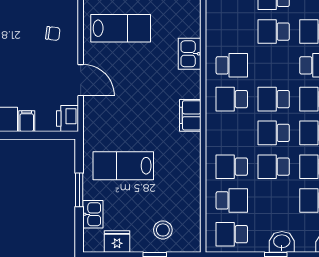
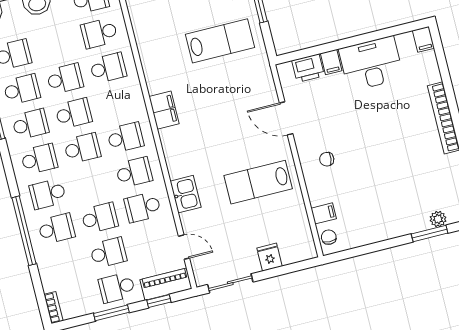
school desk: (232, 32) -> (143, 207), added
kitchen sink: (190, 54) -> (186, 194), moved
school desk: (232, 65) -> (134, 172), turned 180
printer: (68, 119) -> (308, 68), moved, turned 90

